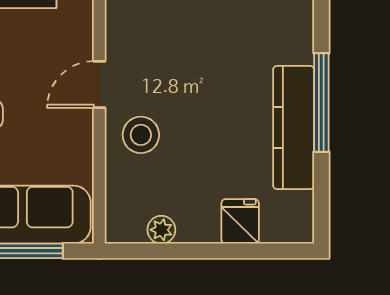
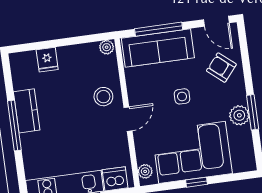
kitchen counter: (294, 128) -> (27, 111), width x0.67
plant: (161, 230) -> (107, 47), moved

